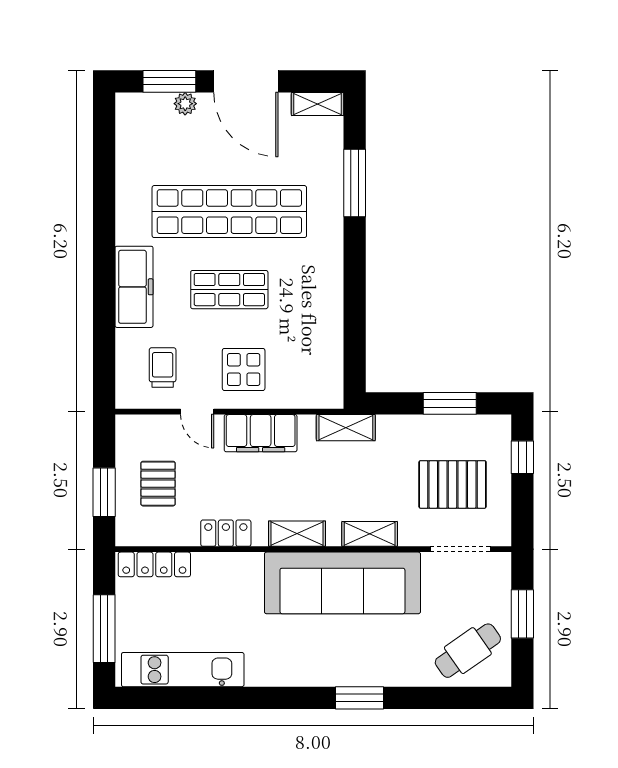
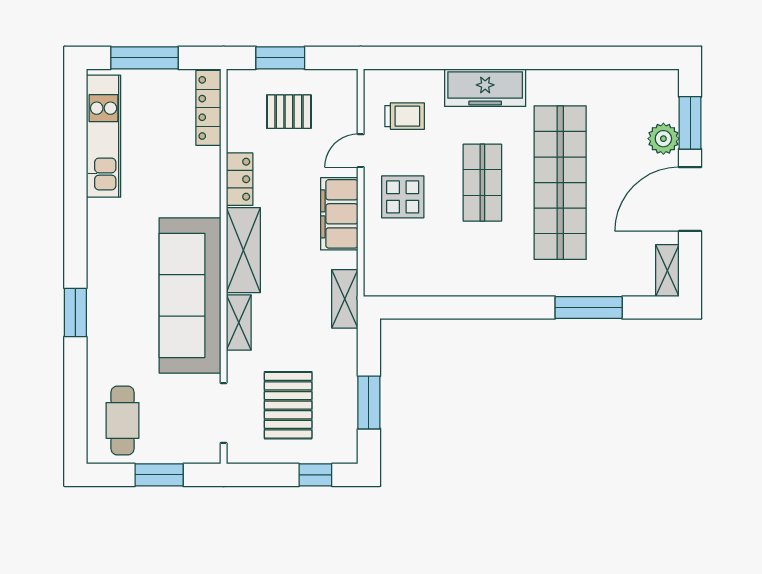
plant: (185, 104) -> (663, 139), width x1.38, depth x1.38
shelving: (297, 534) -> (243, 250), width x1.50, depth x1.33
cafe table: (468, 651) -> (123, 420), turned 35

